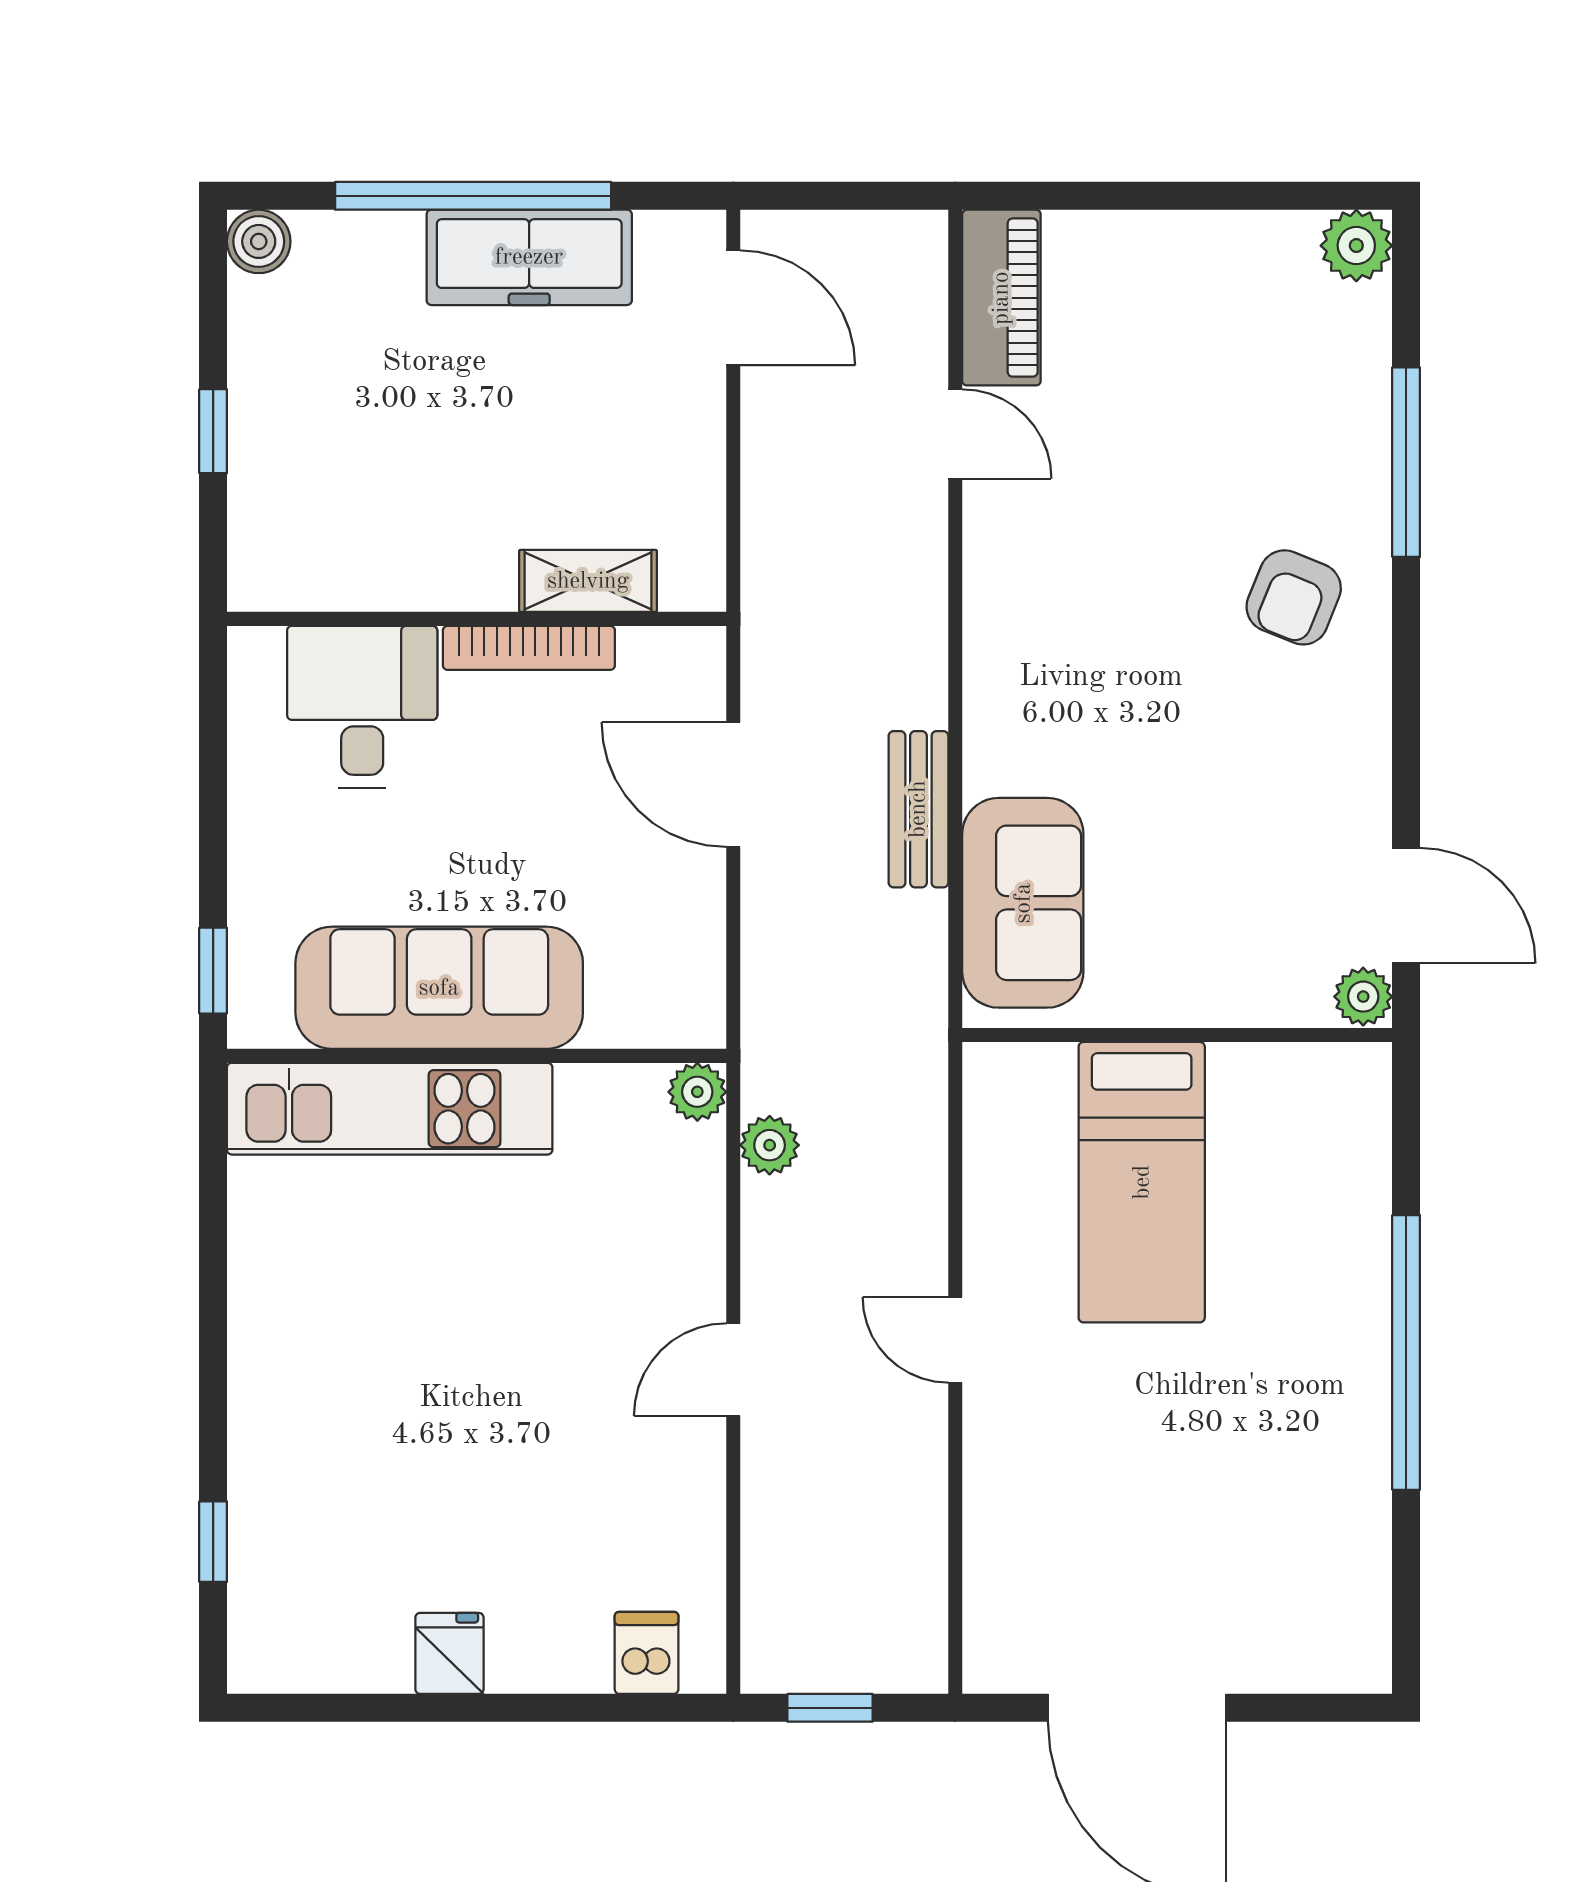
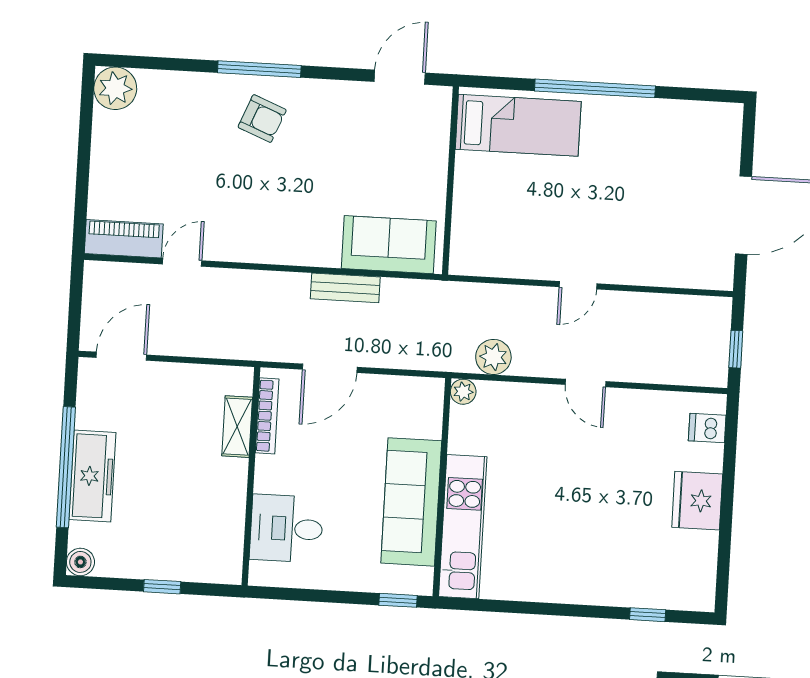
plant: (1356, 246) -> (115, 88), width x1.36, depth x1.36
freezer: (529, 257) -> (92, 476), moved
window: (1406, 462) -> (259, 69), moved
bookcase: (529, 648) -> (267, 416), moved
plant: (1363, 997) -> (438, 98), removed
plant: (770, 1145) -> (493, 357), width x1.38, depth x1.38
bed: (1142, 1182) -> (518, 125), moved
fridge: (449, 1653) -> (697, 501), width x1.88, depth x1.34

